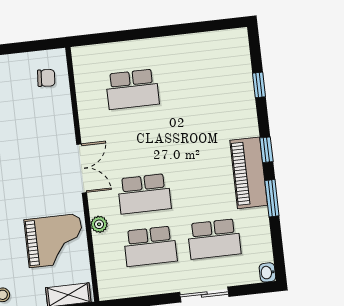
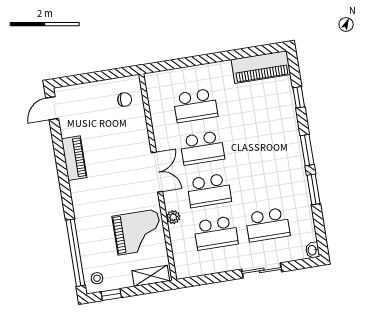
school desk: (138, 141) -> (202, 148), added
window: (266, 150) -> (307, 150), width x1.50
piano: (249, 173) -> (261, 67), moved, turned -90

